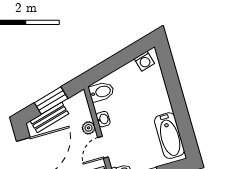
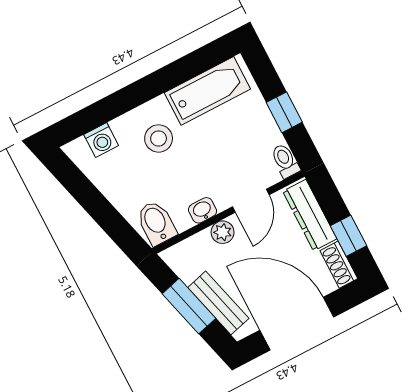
washing machine: (144, 61) -> (101, 140), moved, turned 105
stool: (148, 103) -> (159, 138), added
door: (103, 147) -> (251, 201), hinge flipped

